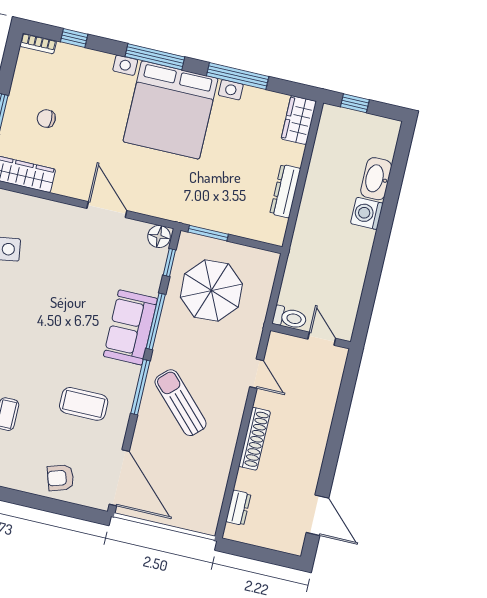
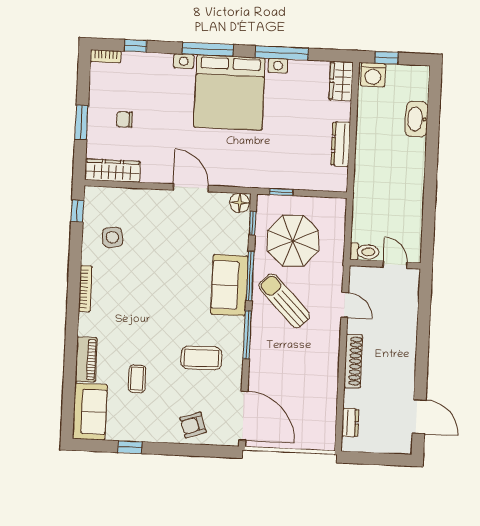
washing machine: (367, 213) -> (373, 75), moved, turned -90
window: (208, 233) -> (281, 192), width x0.67
sun lounger: (181, 403) -> (284, 301), moved

